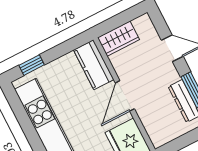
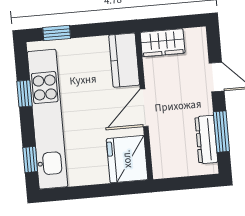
window: (26, 123) -> (24, 94), added

